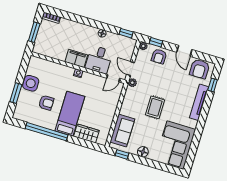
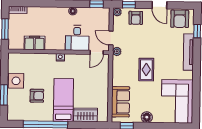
filing cabinet: (76, 58) -> (34, 43), moved

